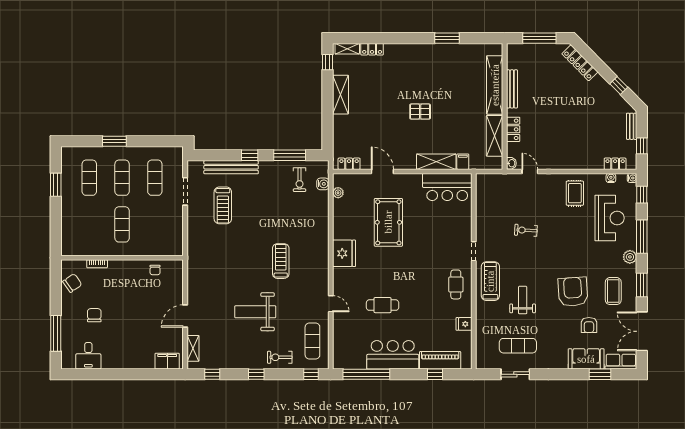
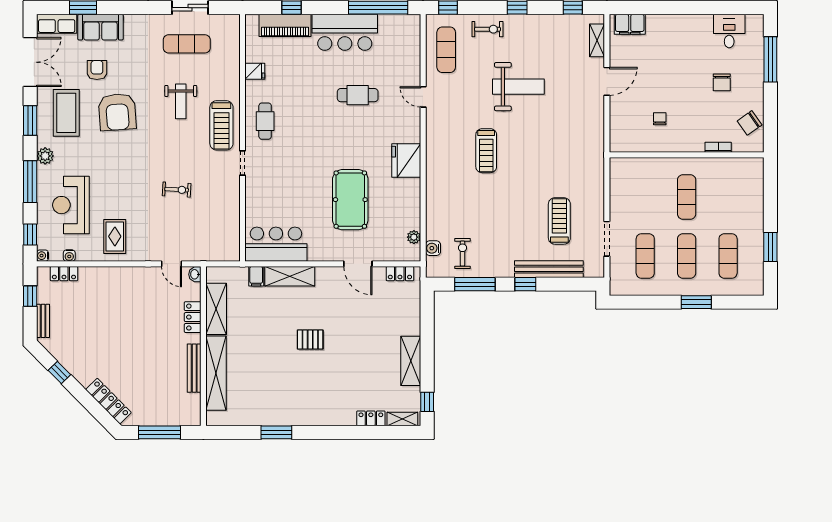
chair: (155, 270) -> (660, 119), moved
coffee table: (613, 291) -> (66, 113), width x1.36, depth x1.32

